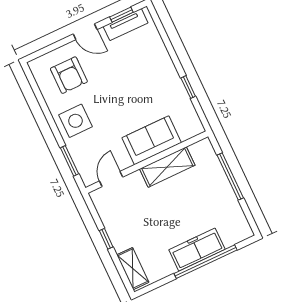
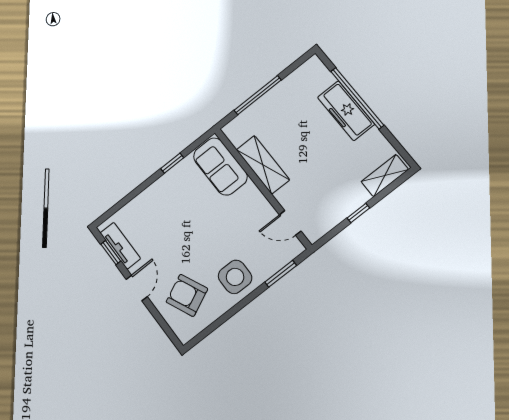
armchair: (69, 75) -> (187, 295), turned -115
sofa: (152, 140) -> (220, 166), moved

